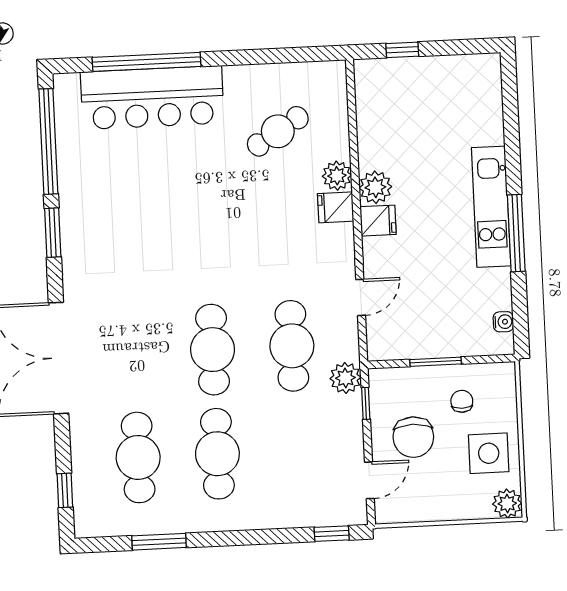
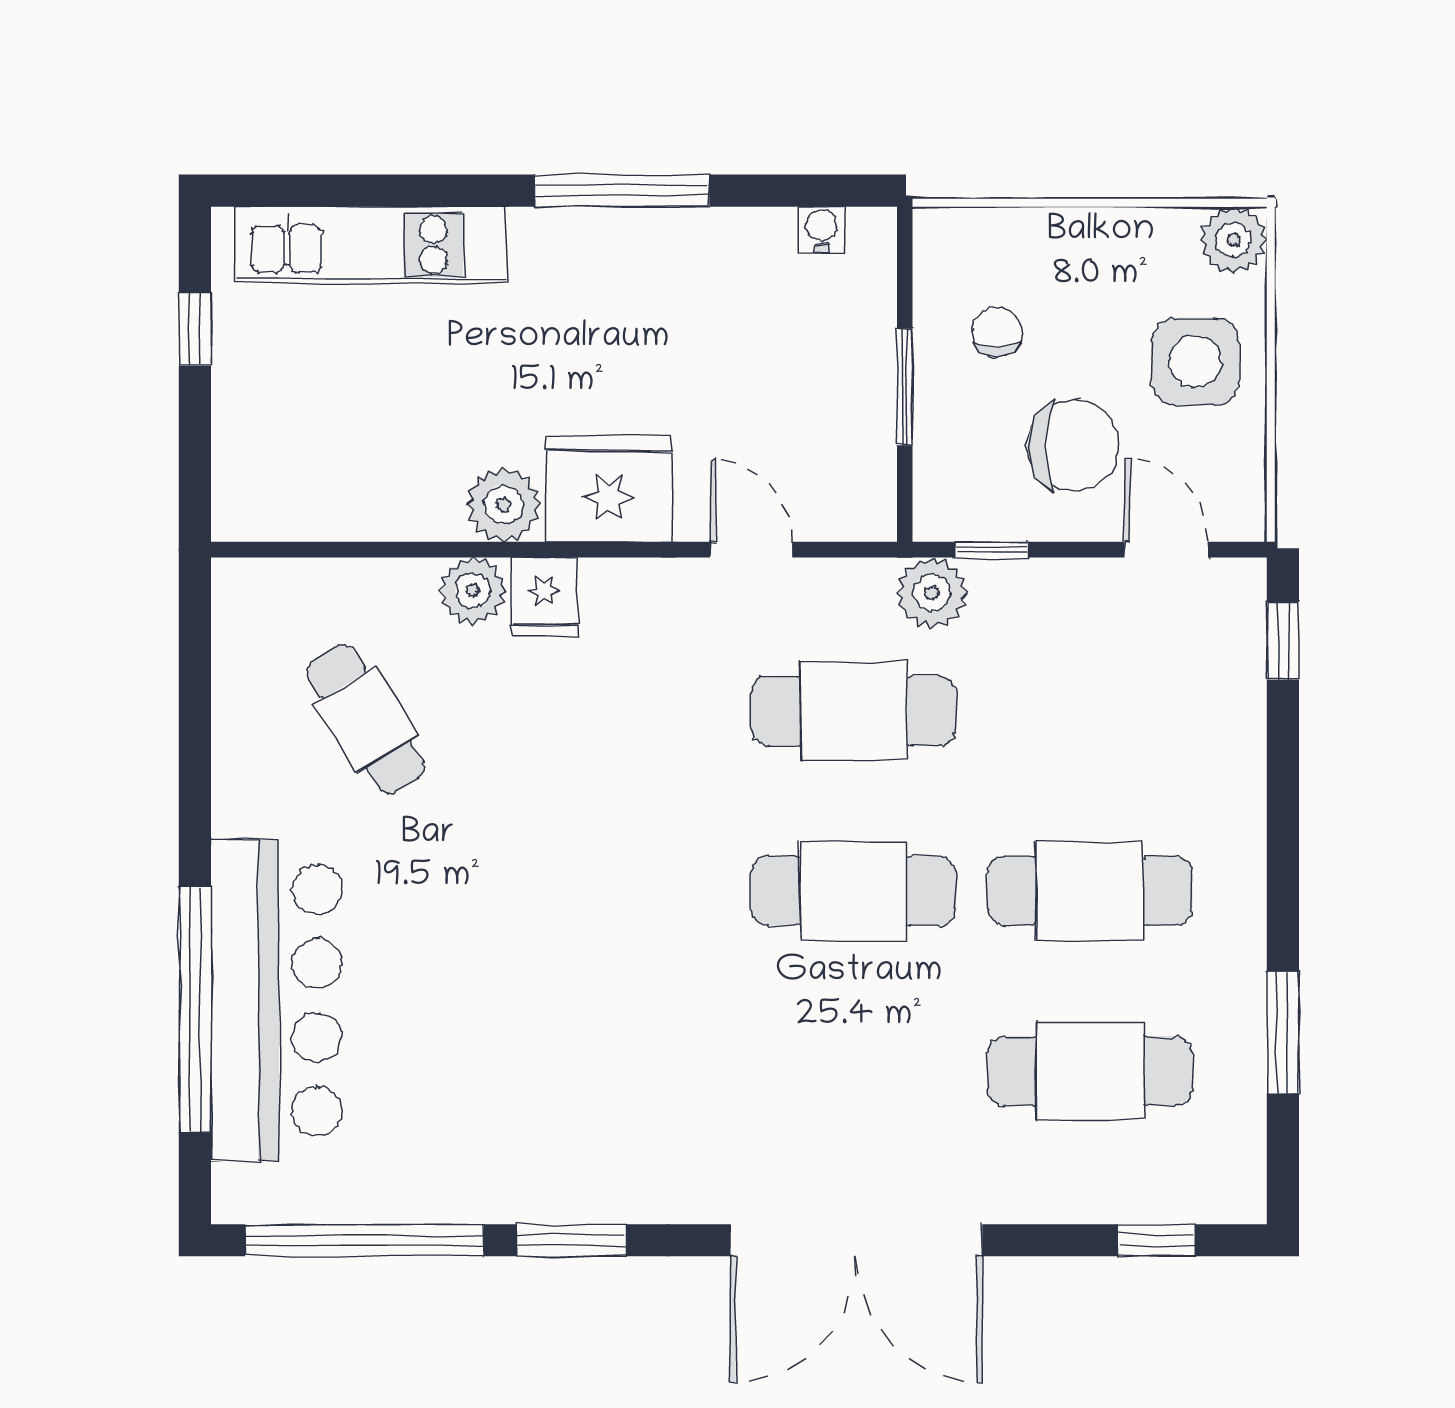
window: (402, 50) -> (195, 329), moved
kitchen unit: (491, 207) -> (371, 245), moved
fridge: (378, 221) -> (609, 489), width x1.88, depth x1.34
chair: (462, 401) -> (997, 332), turned 90
side table: (489, 453) -> (1195, 361), moved

